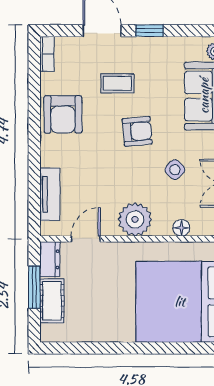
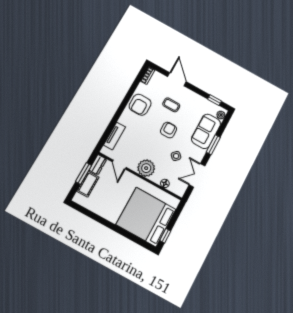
window: (150, 31) -> (214, 100), moved
armchair: (137, 131) -> (169, 130), turned -85
door: (86, 239) -> (119, 165), swing flipped

